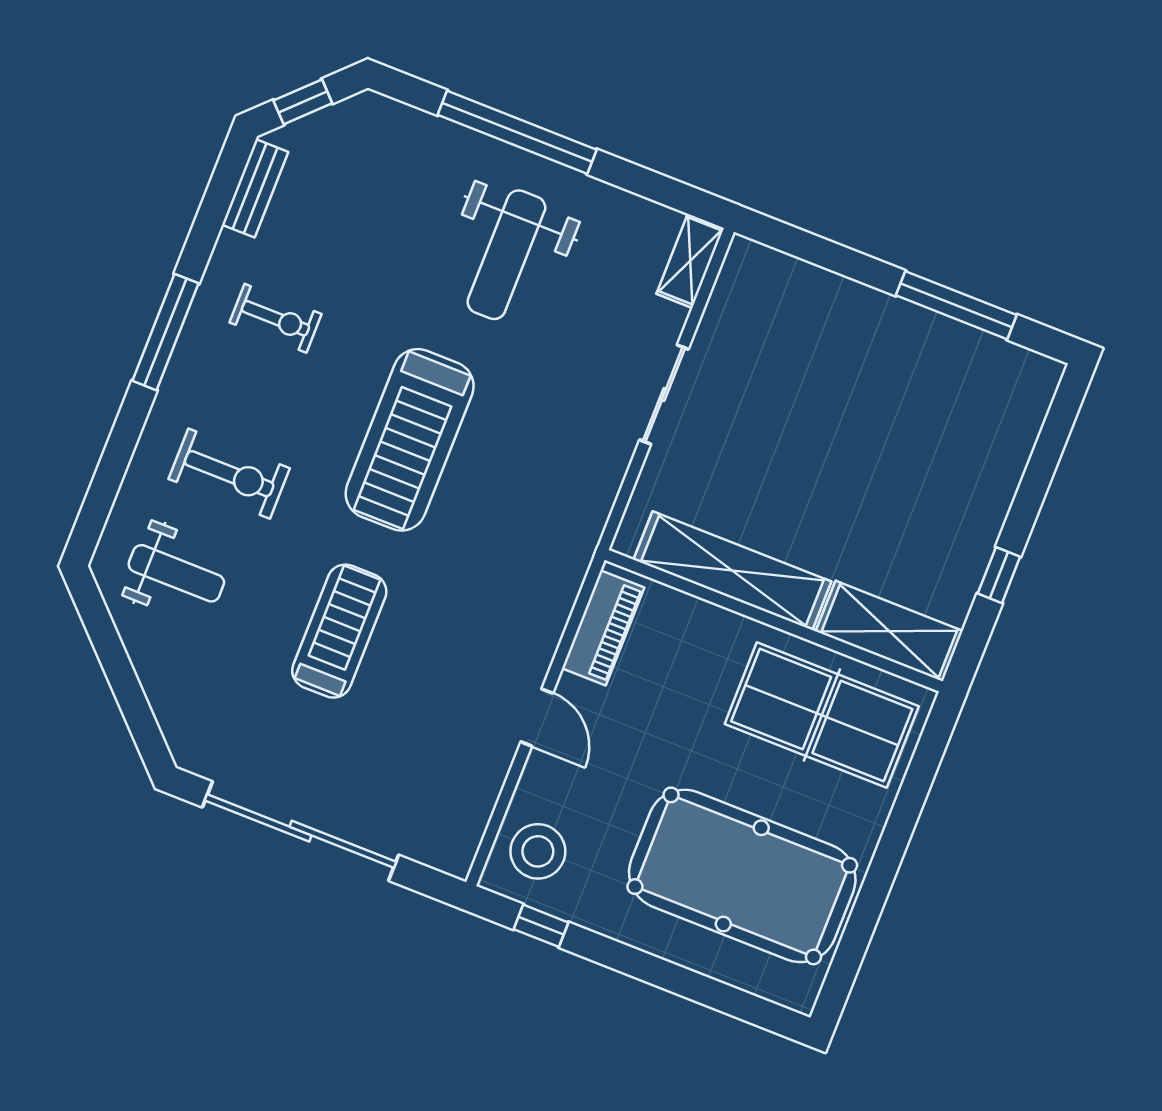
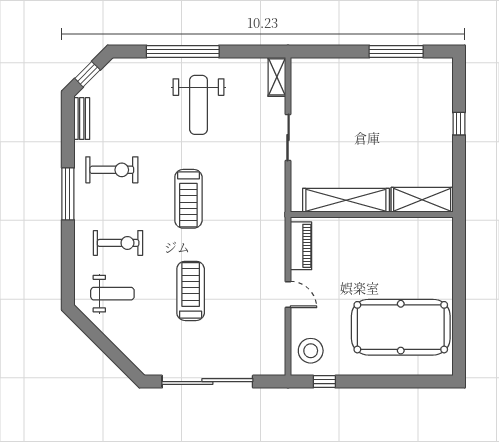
exercise bike: (276, 318) -> (112, 170), width x1.38, depth x1.39
treadmill: (410, 440) -> (188, 199), width x0.73, depth x0.73
window: (999, 575) -> (459, 124), moved
table tennis table: (822, 715) -> (408, 246), removed

